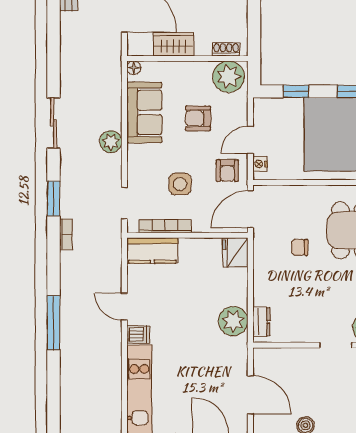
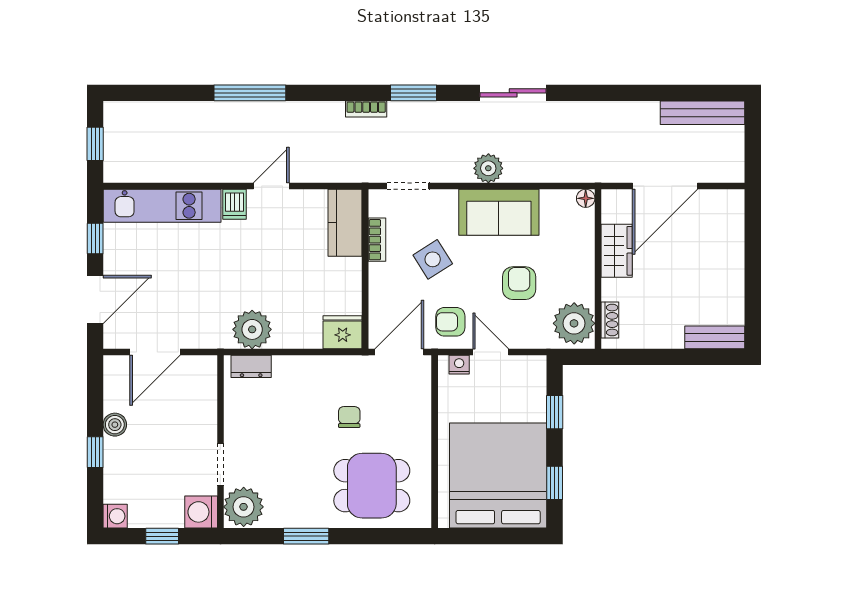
sofa: (144, 112) -> (499, 212), moved
side table: (180, 184) -> (433, 259), turned -32
door: (250, 209) -> (399, 352), hinge flipped
bookcase: (165, 226) -> (377, 240), width x0.64

